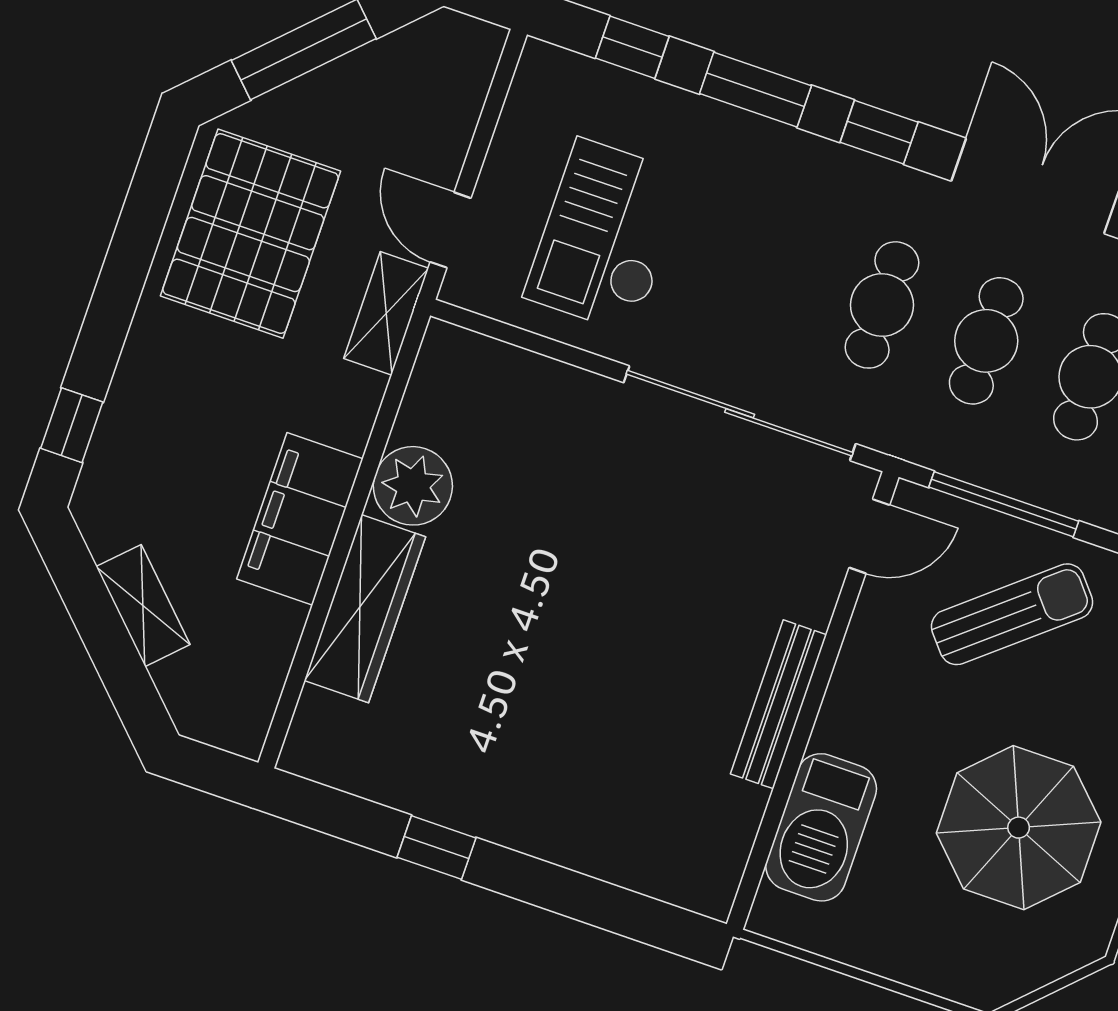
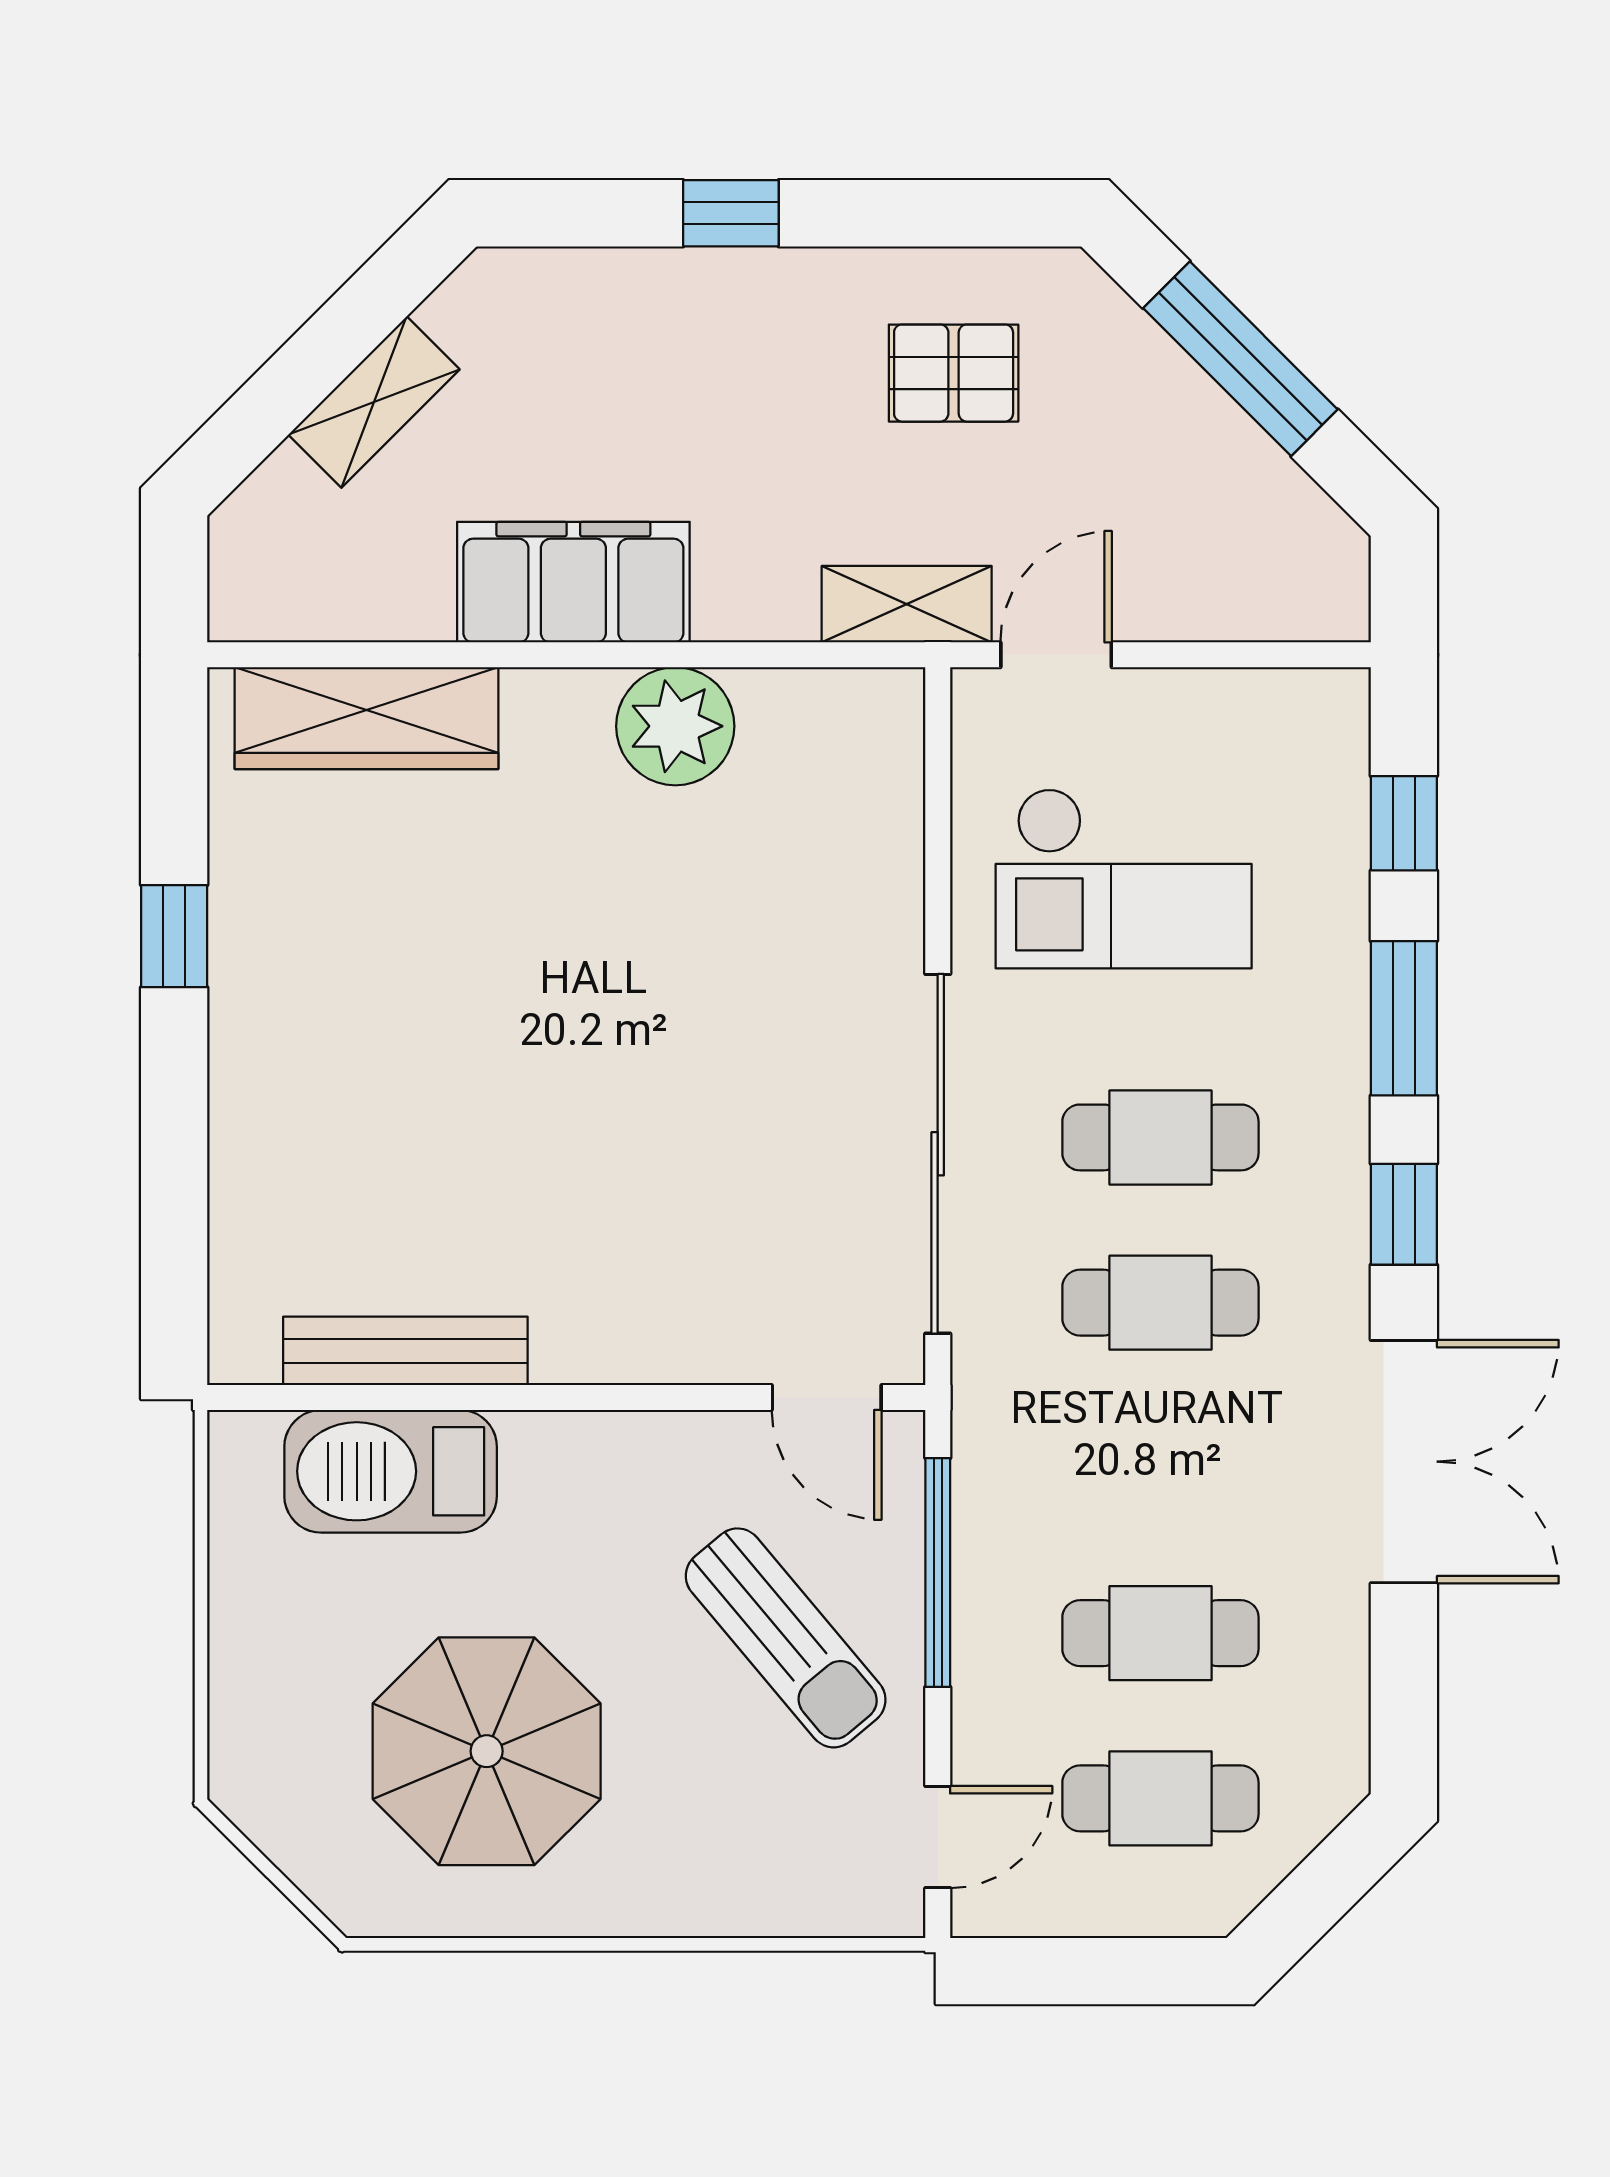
pallet: (251, 234) -> (954, 373), width x0.49, depth x0.50
checkout: (606, 236) -> (1124, 878), turned 180
cafe table: (986, 341) -> (1160, 1137), moved
window: (72, 425) -> (731, 213), moved
wardrobe: (365, 609) -> (367, 718), moved
bench: (779, 704) -> (405, 1351), moved

